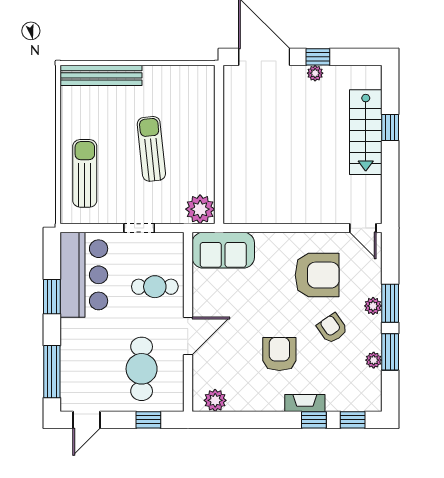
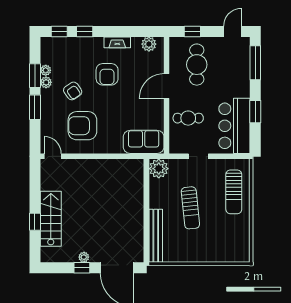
bench: (101, 75) -> (156, 236), moved, turned 90
plant: (373, 306) -> (46, 82), moved
fireplace: (305, 403) -> (117, 42), moved

